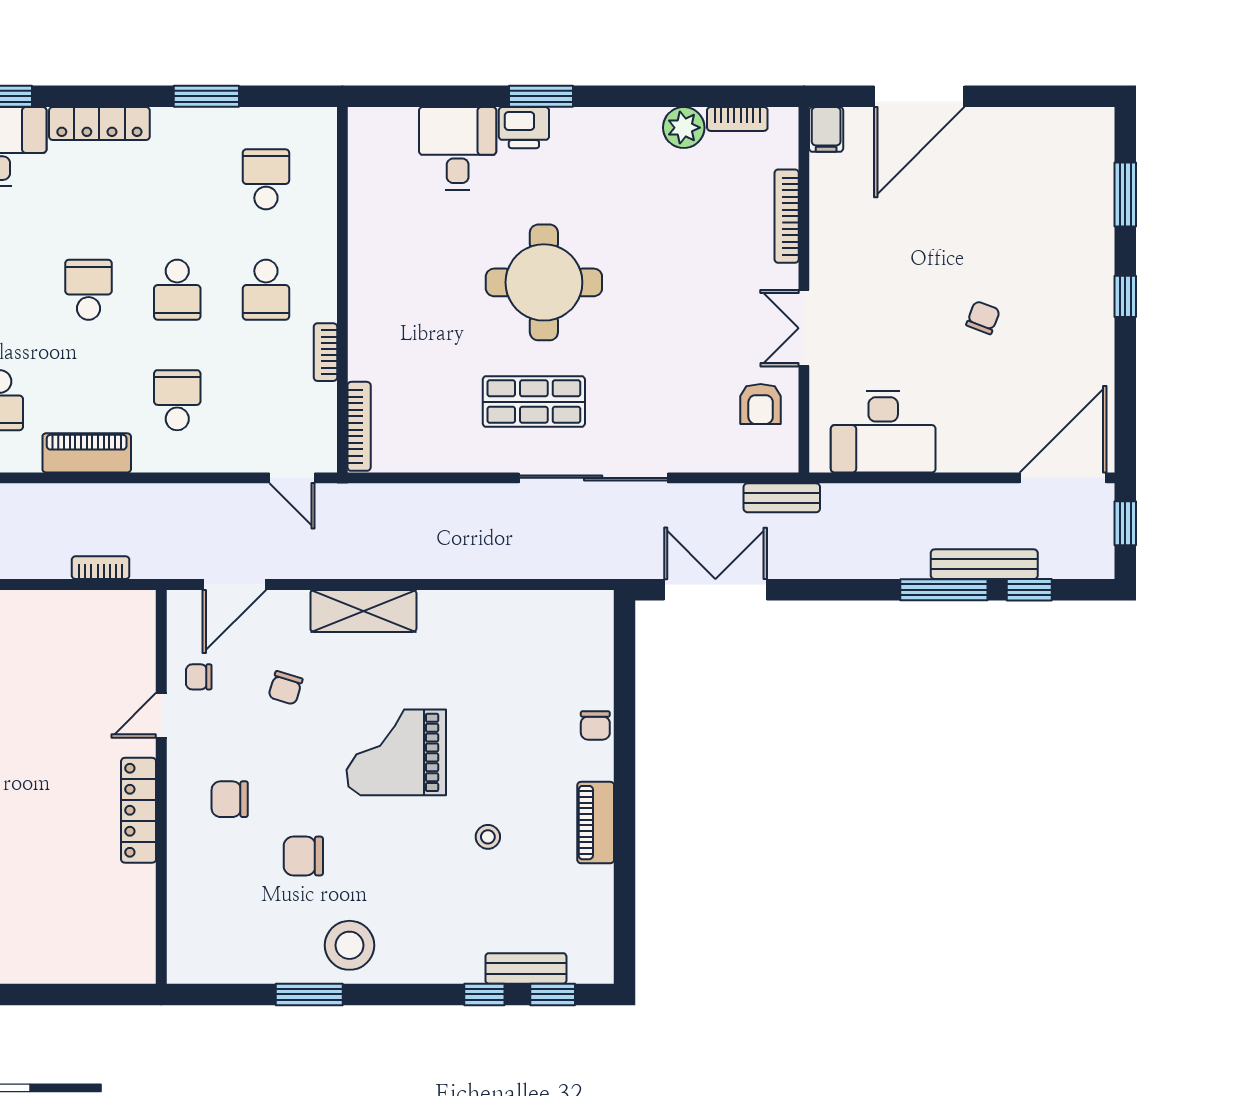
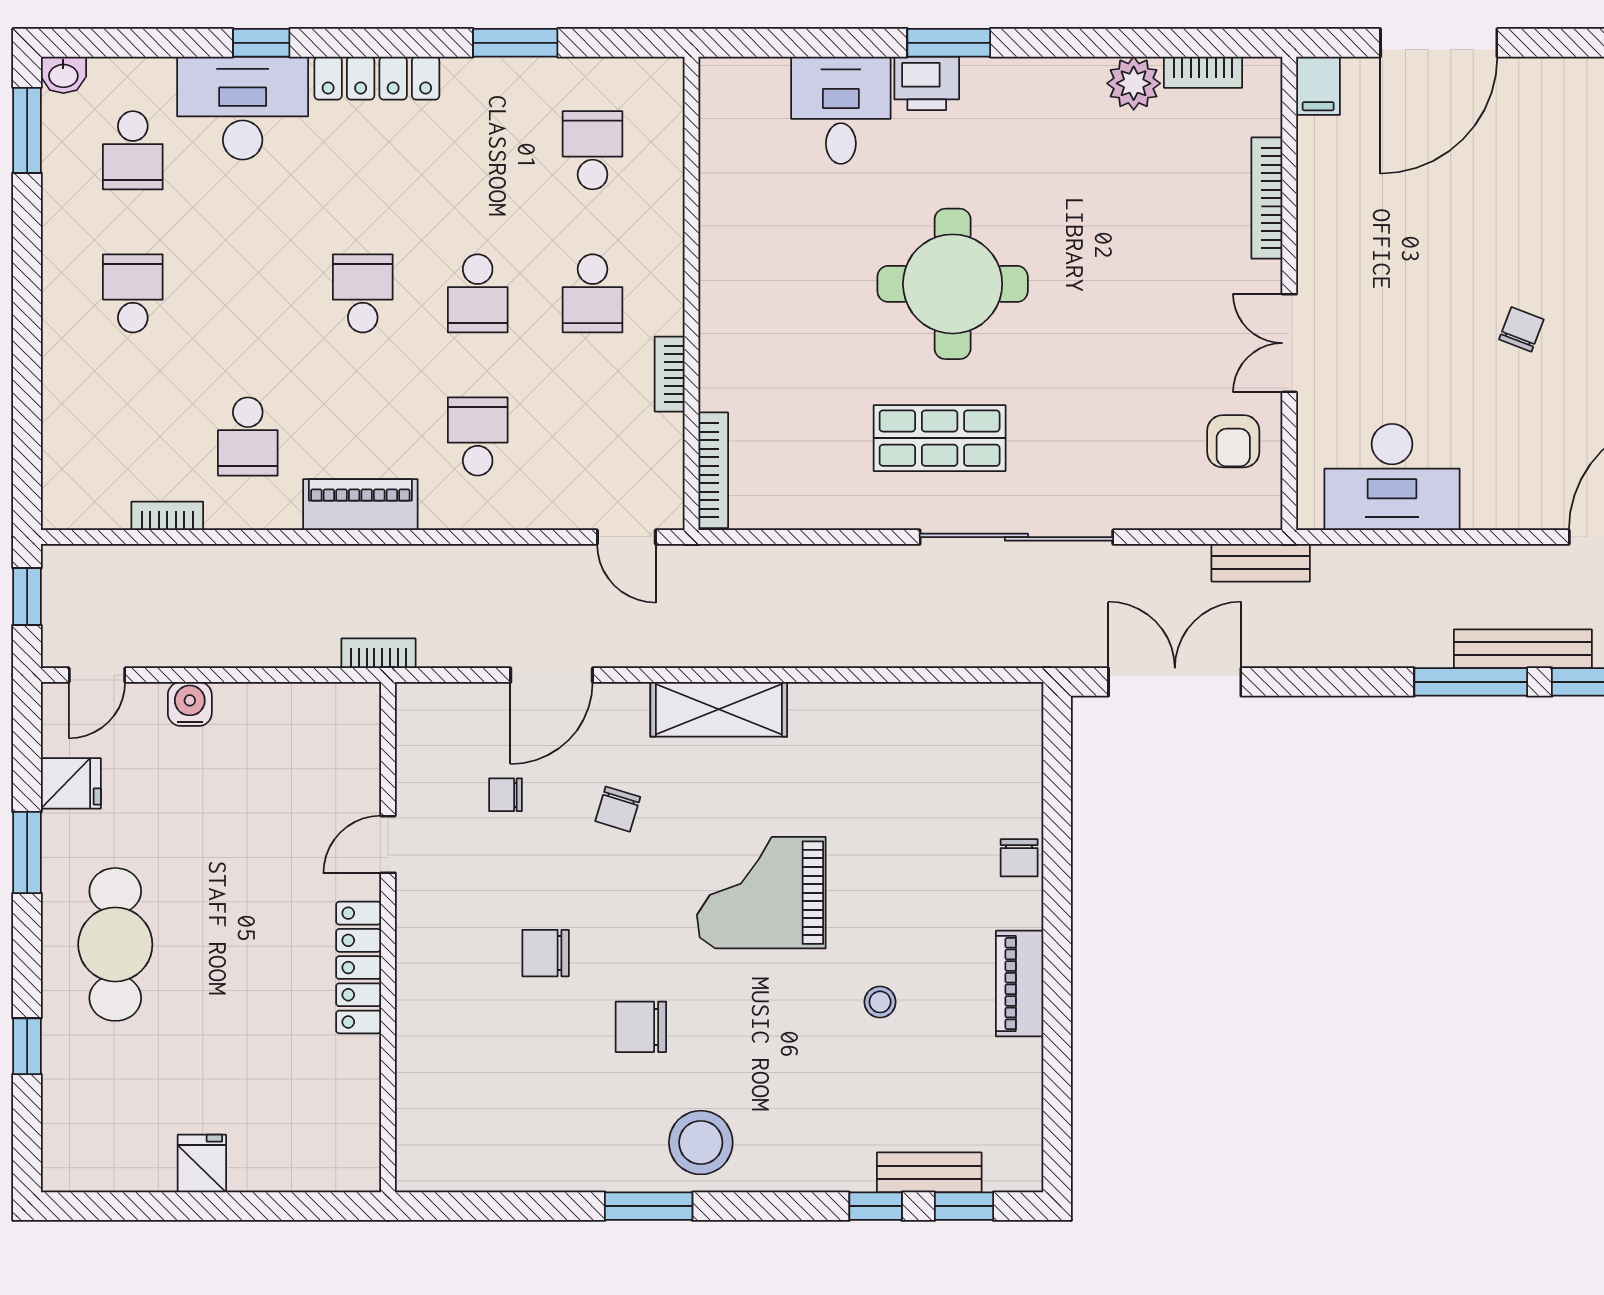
door: (161, 715) -> (388, 844), moved
wall: (161, 787) -> (388, 937), moved
locker: (139, 810) -> (359, 968), moved

